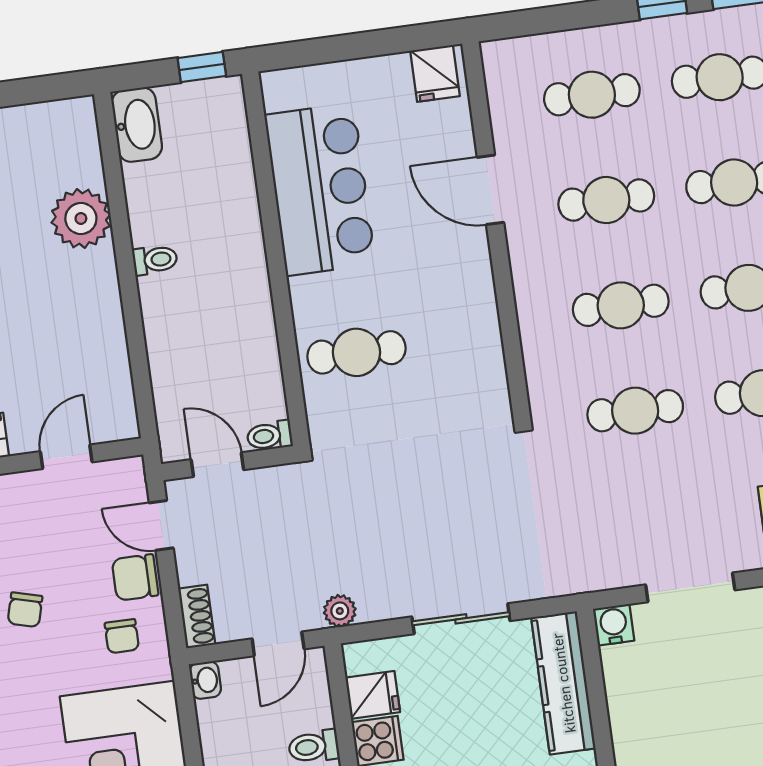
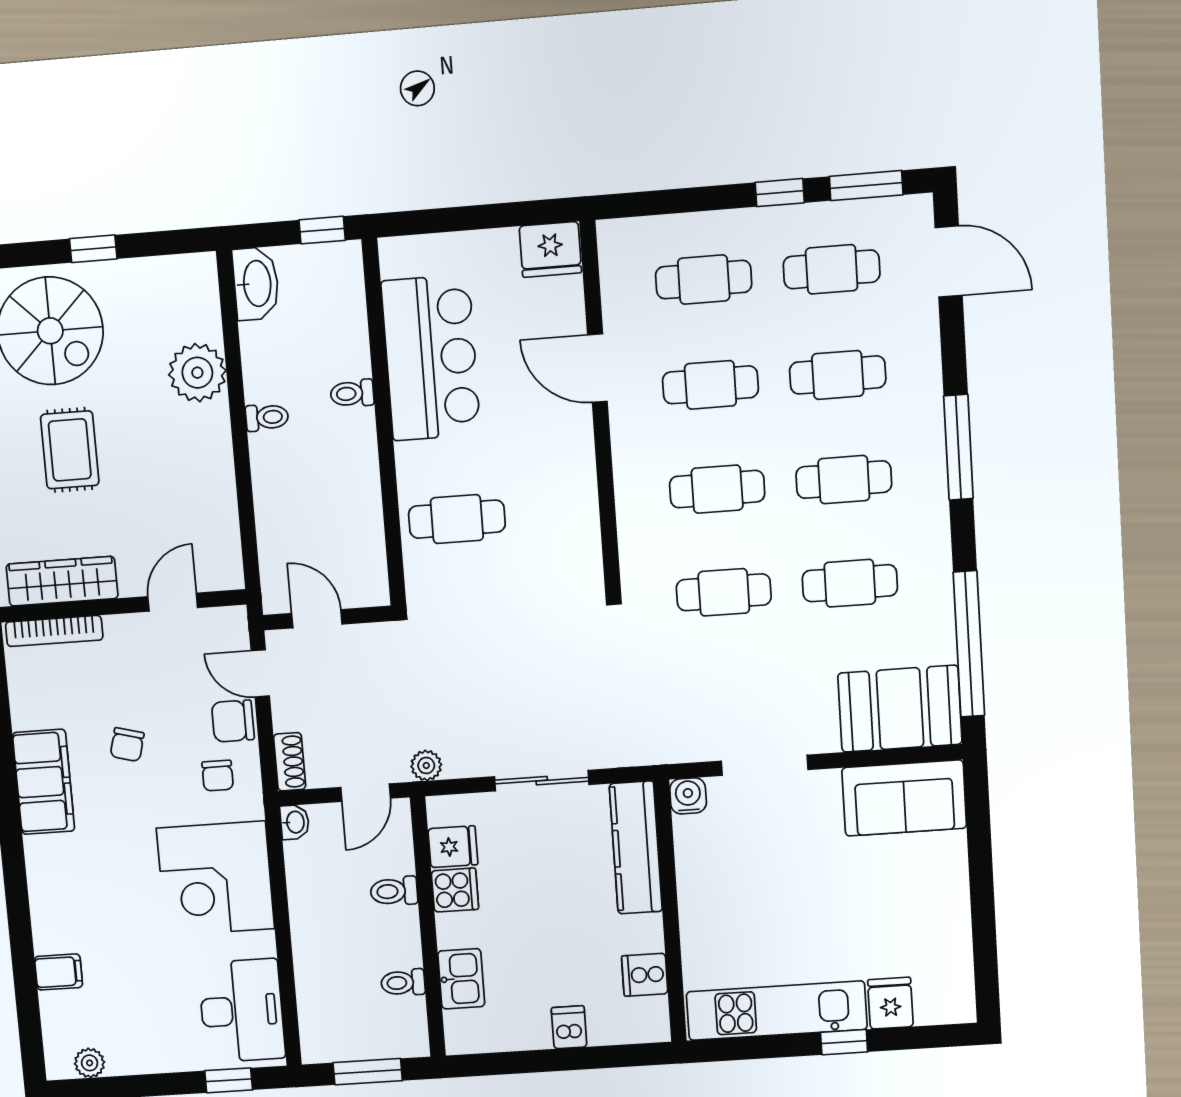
fridge: (435, 73) -> (550, 249), width x1.38
toilet: (270, 436) -> (352, 393), moved

